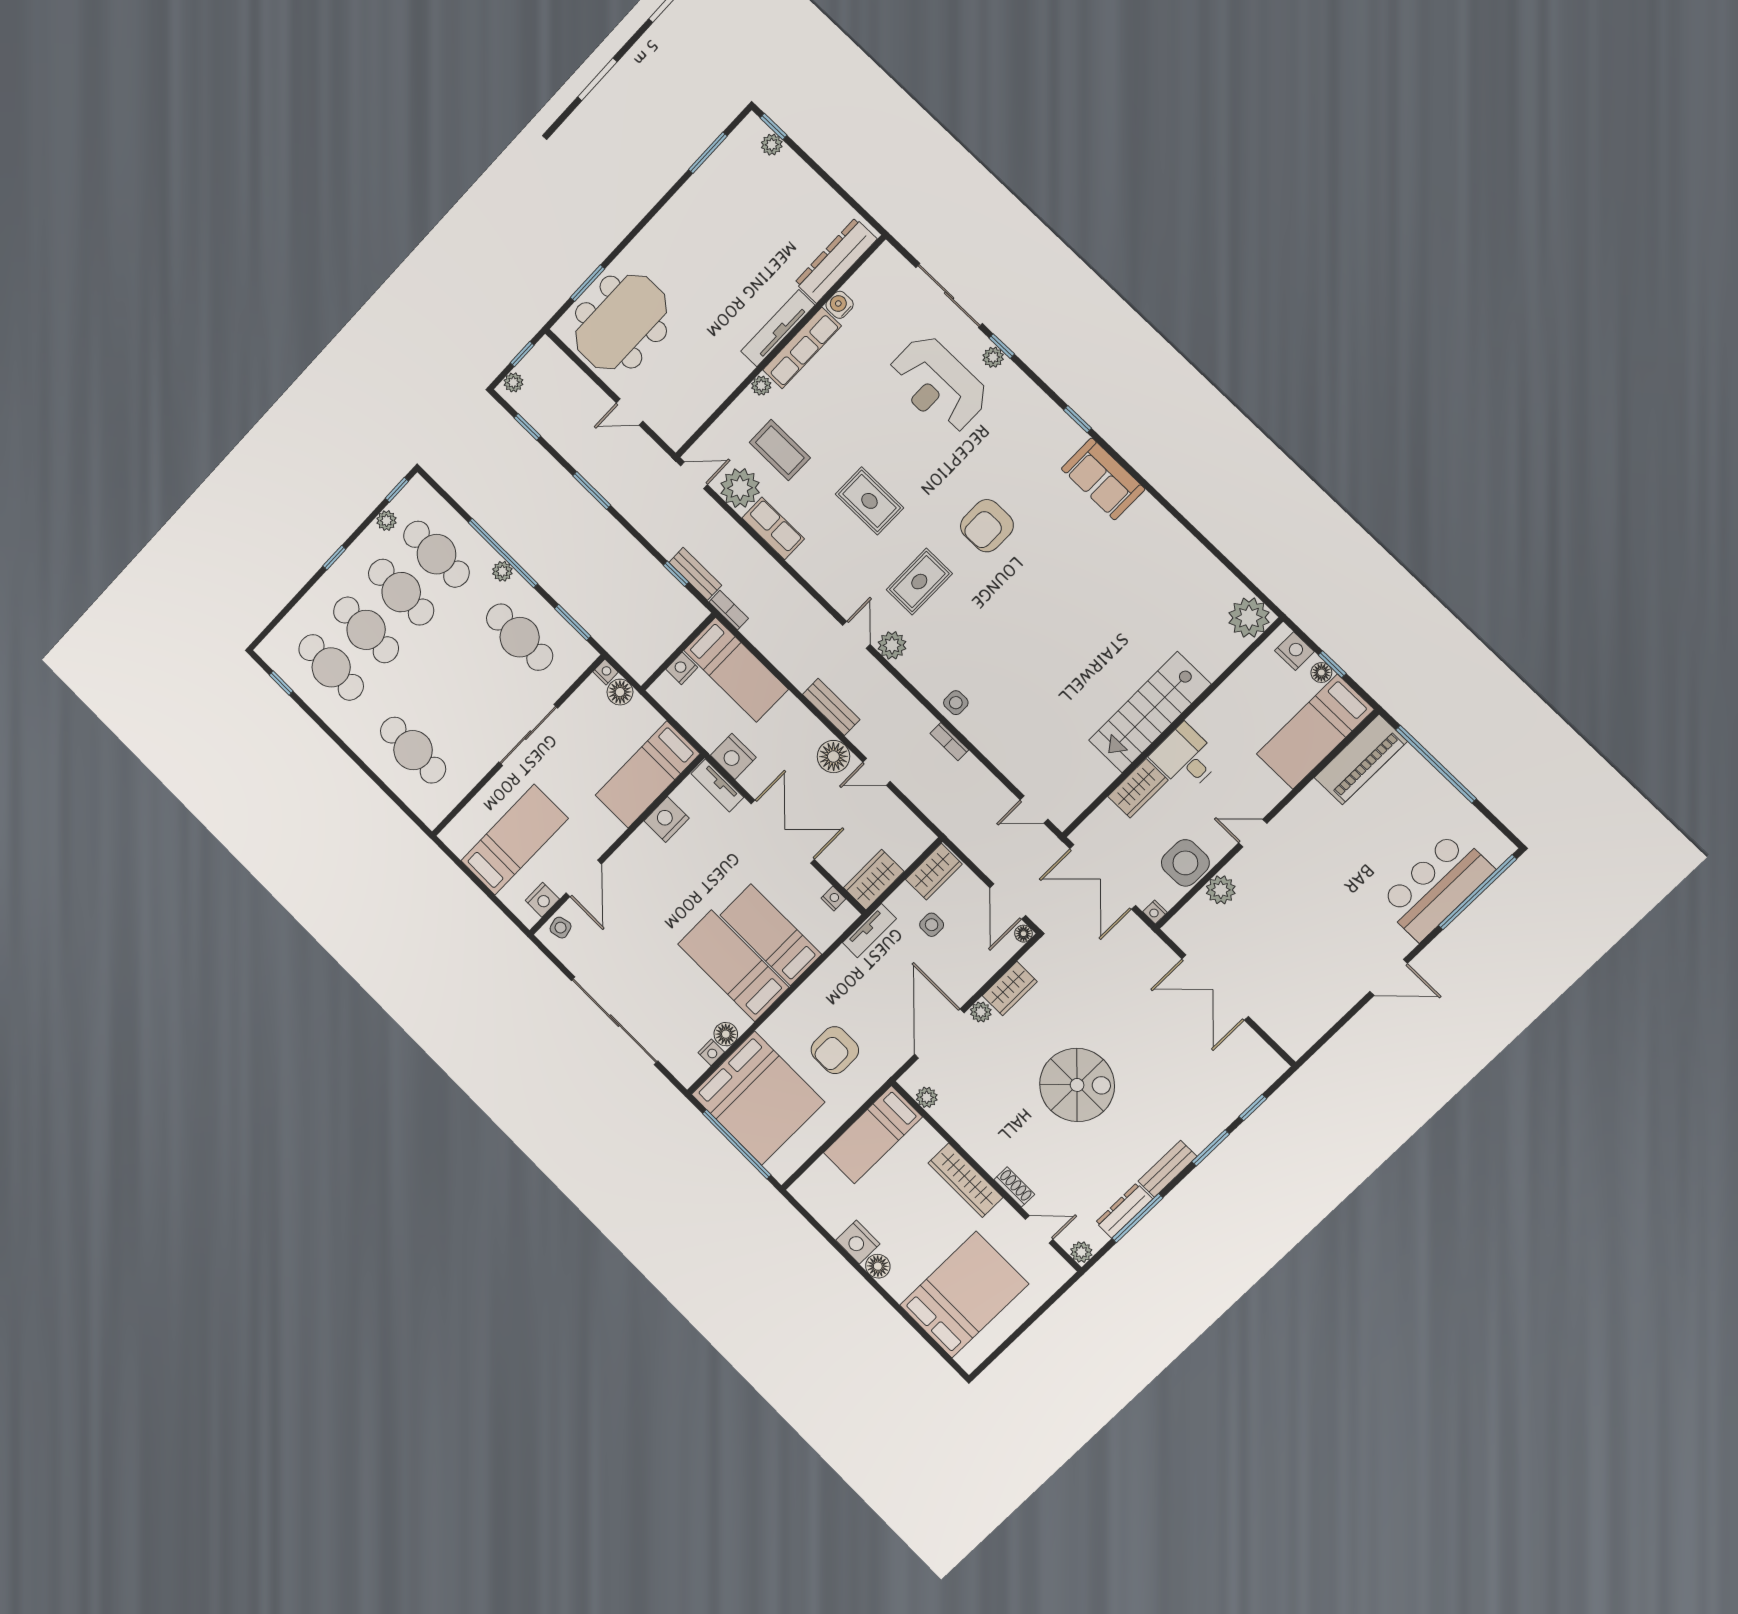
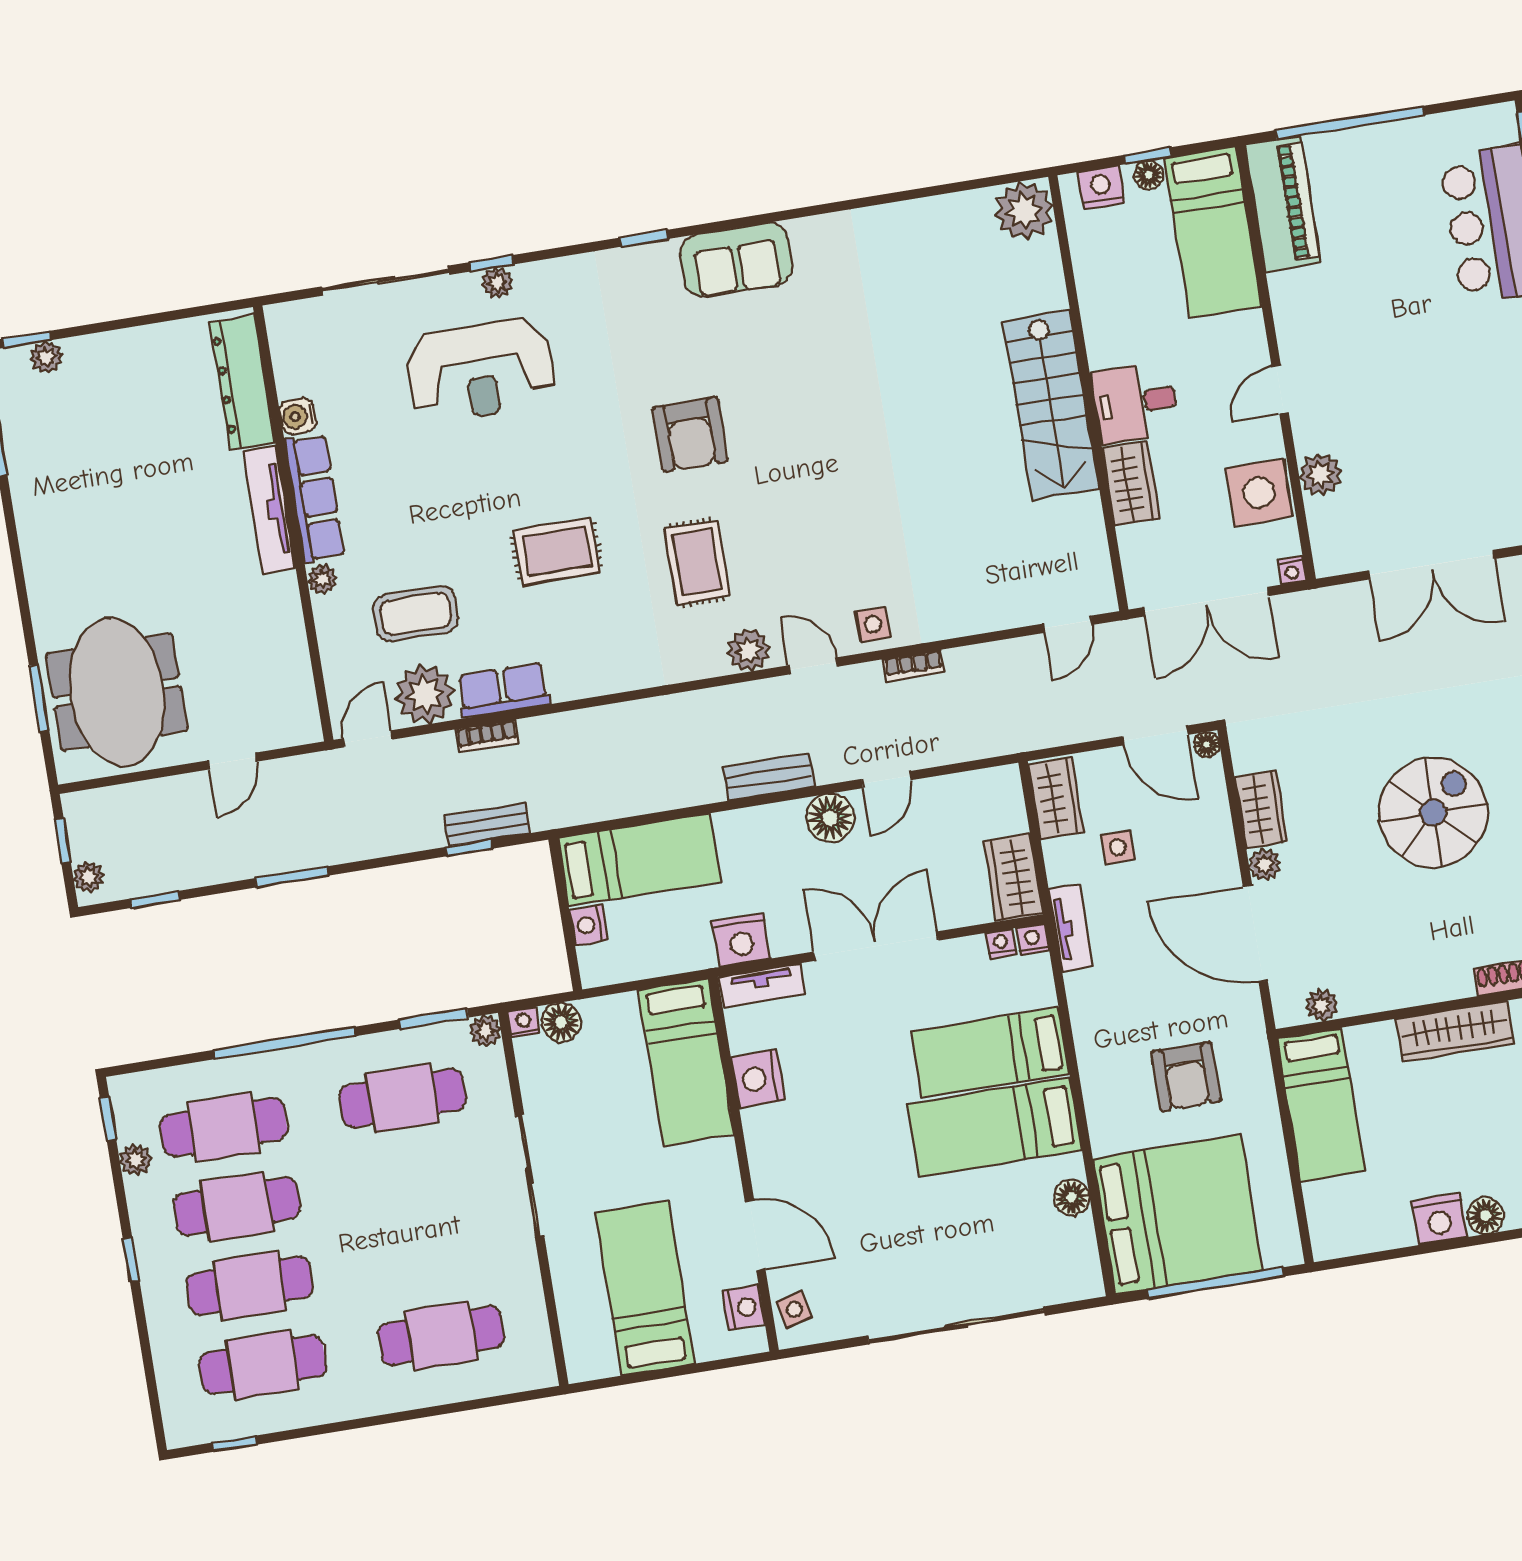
plant: (502, 571) -> (485, 1031), moved
bookcase: (729, 610) -> (487, 736), moved, turned 180
door: (856, 635) -> (813, 666), moved
nightstand: (711, 1052) -> (1032, 939), moved, turned -90

